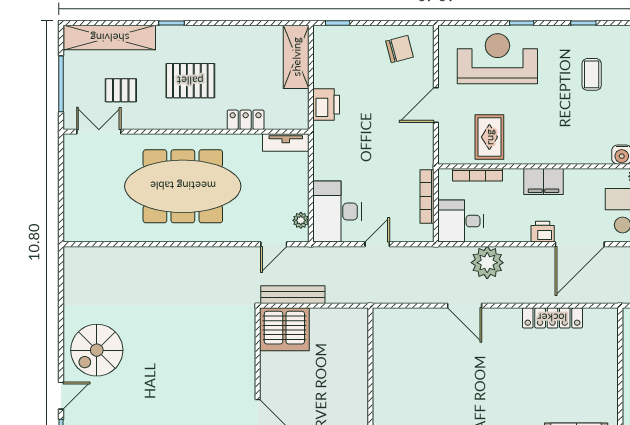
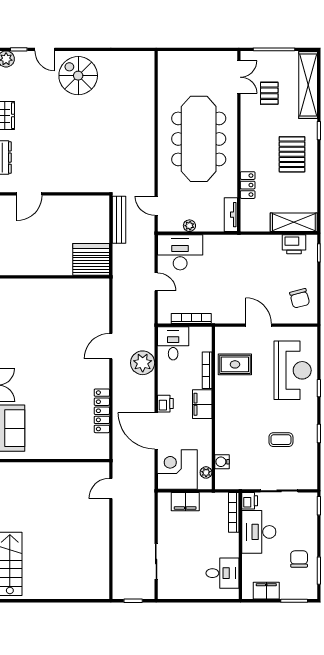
pallet: (190, 81) -> (292, 154), moved
printer: (326, 105) -> (294, 244), moved
bookcase: (477, 175) -> (207, 370), moved
plant: (301, 220) -> (189, 226), moved
server rack: (284, 329) -> (91, 259), moved, turned 90

